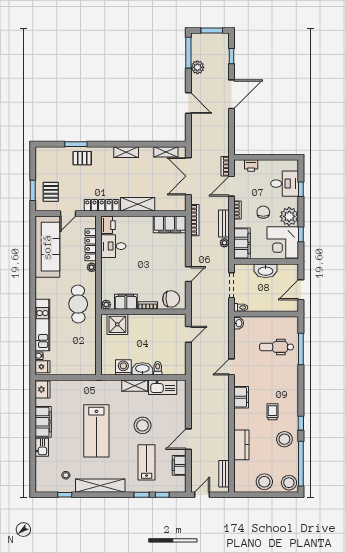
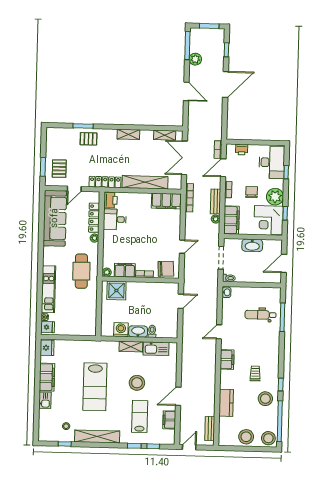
desk: (285, 184) -> (272, 162), width x1.37
shelving: (138, 204) -> (145, 182), width x1.47

